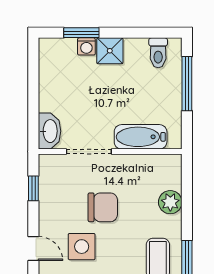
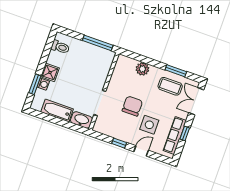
window: (187, 84) -> (98, 43), moved
bathtub: (141, 137) -> (57, 111), moved, turned 90
window: (33, 188) -> (119, 143), moved

